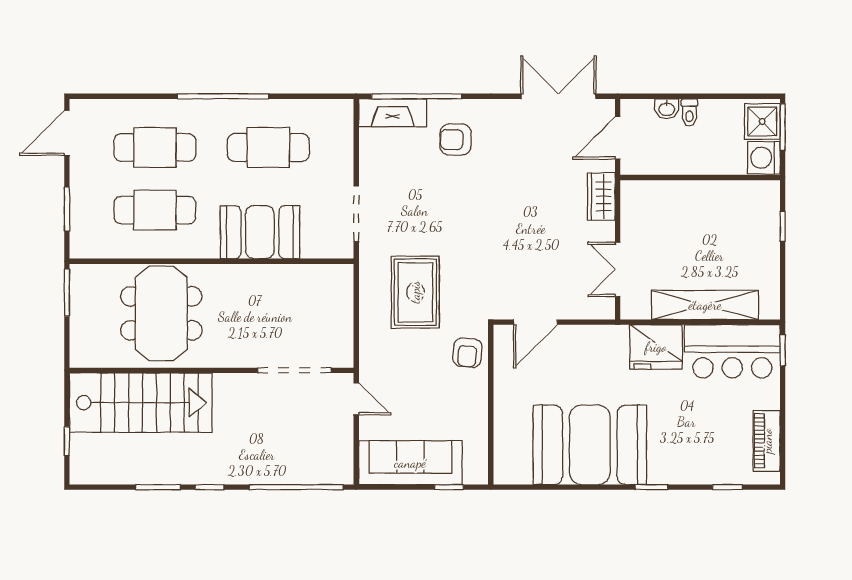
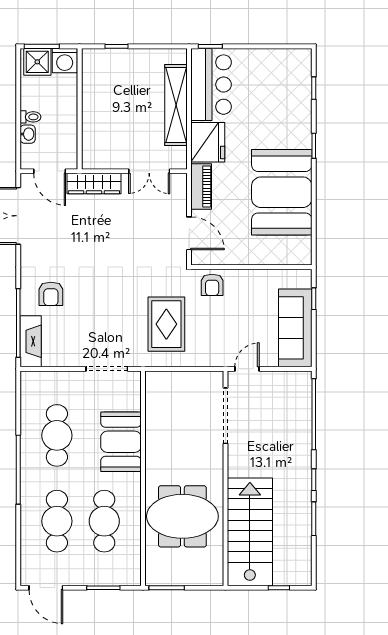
wardrobe: (601, 196) -> (94, 184), width x1.50
rug: (415, 292) -> (166, 324), turned 90
armchair: (467, 353) -> (212, 285), turned 85
piano: (767, 441) -> (201, 187), moved, turned -90

